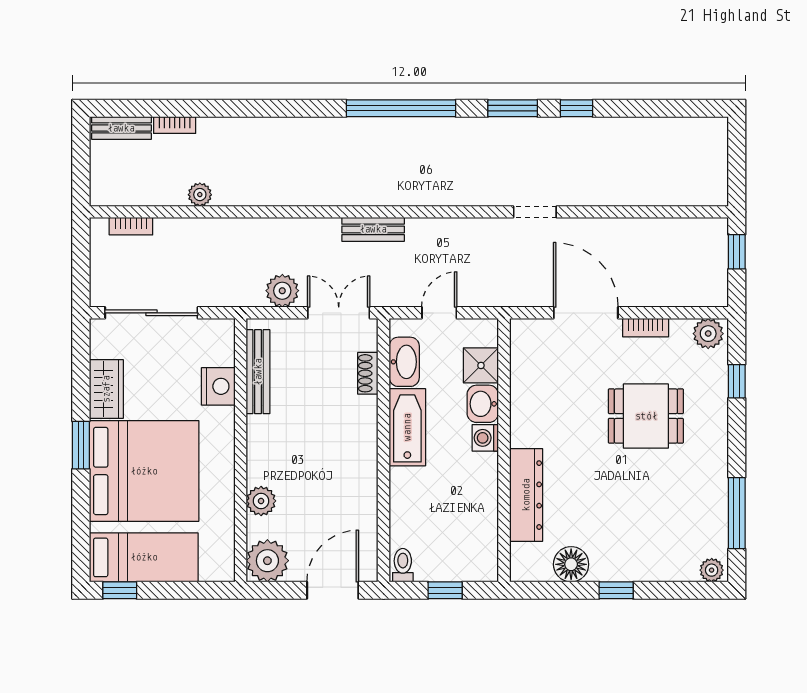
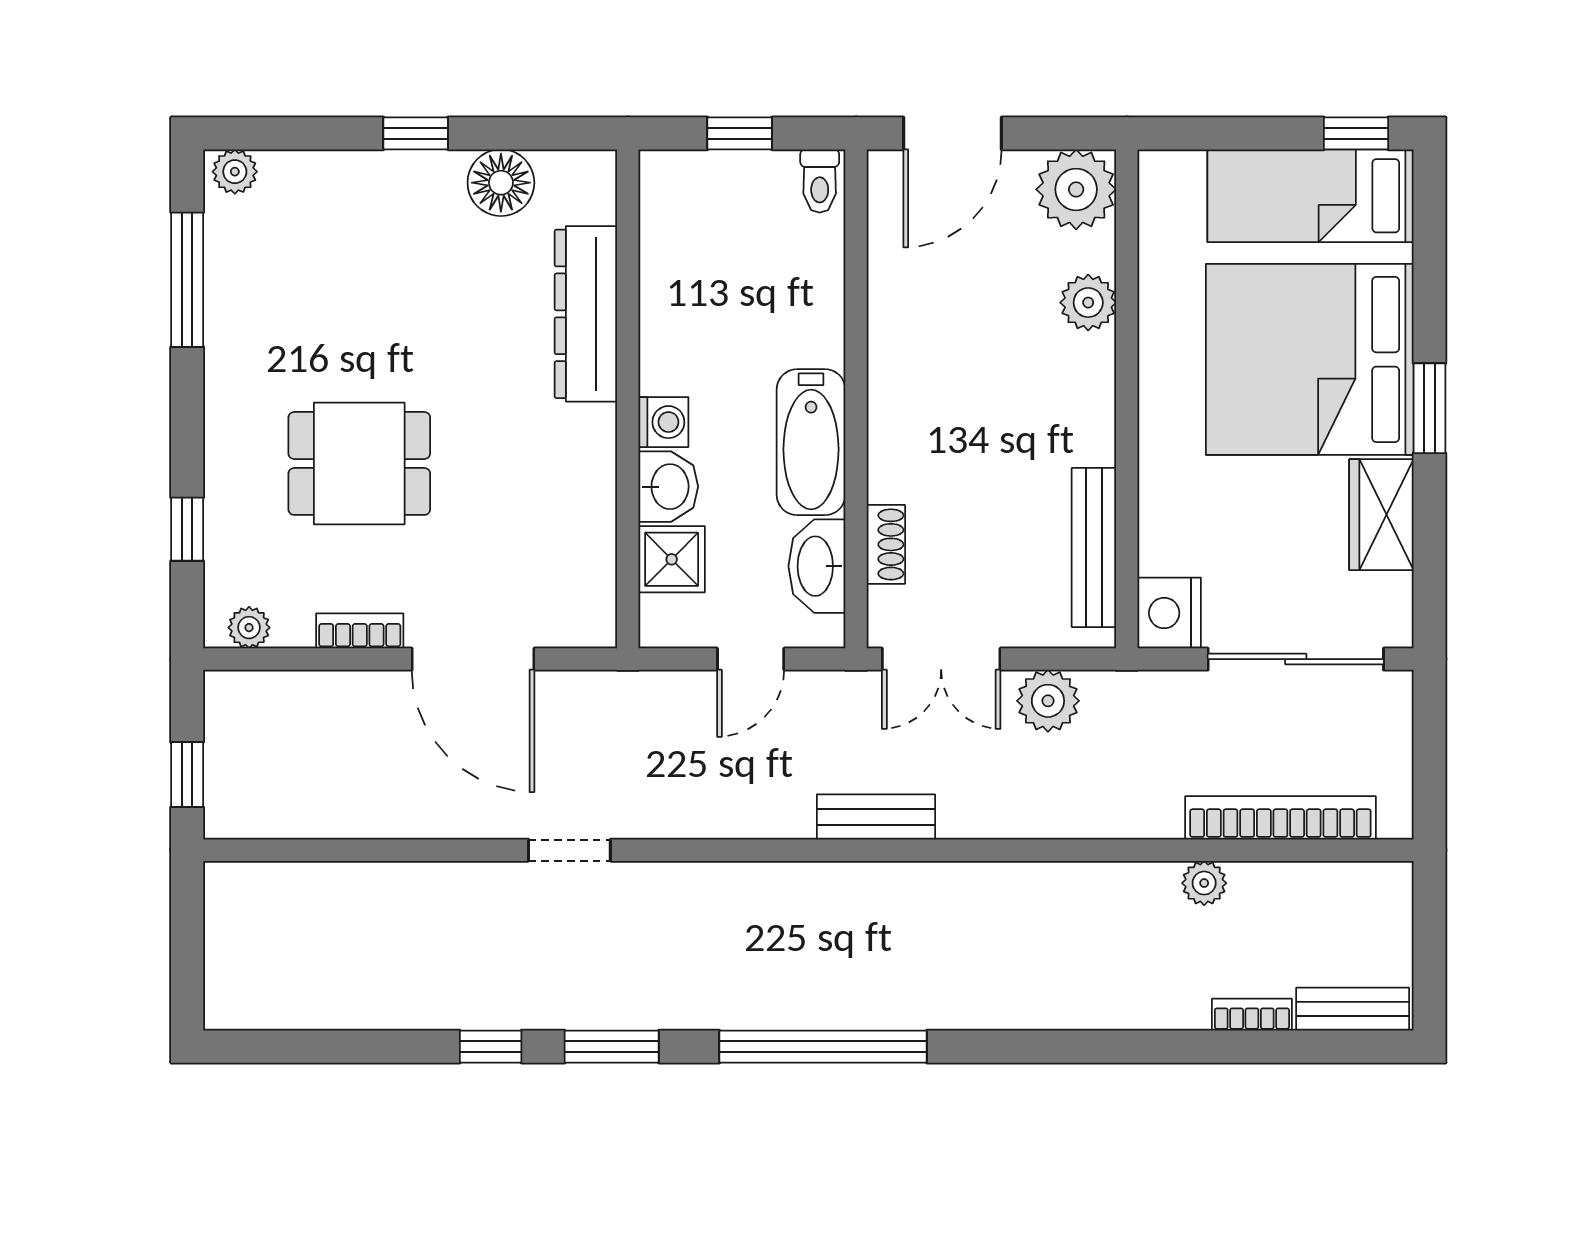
bookcase: (131, 226) -> (1280, 818), width x2.31, depth x1.31
plant: (708, 334) -> (249, 628), width x0.73, depth x0.73
nightstand: (218, 386) -> (1169, 613), moved

